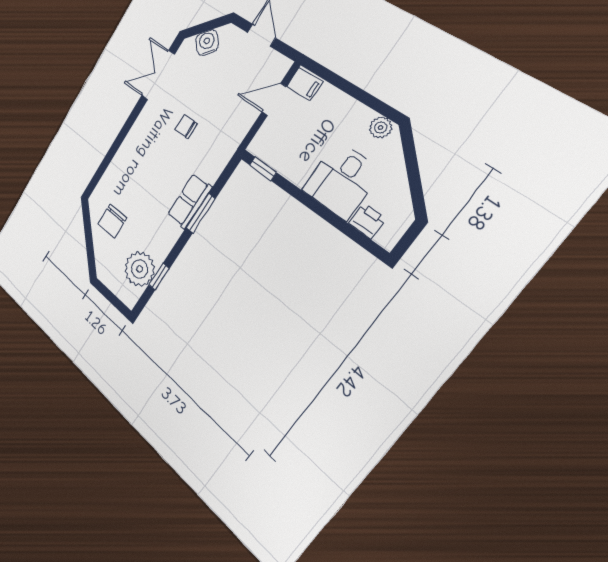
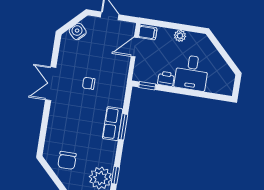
double door: (158, 75) -> (51, 84), moved
plant: (381, 127) -> (180, 36), moved
printer: (367, 221) -> (166, 79), moved

